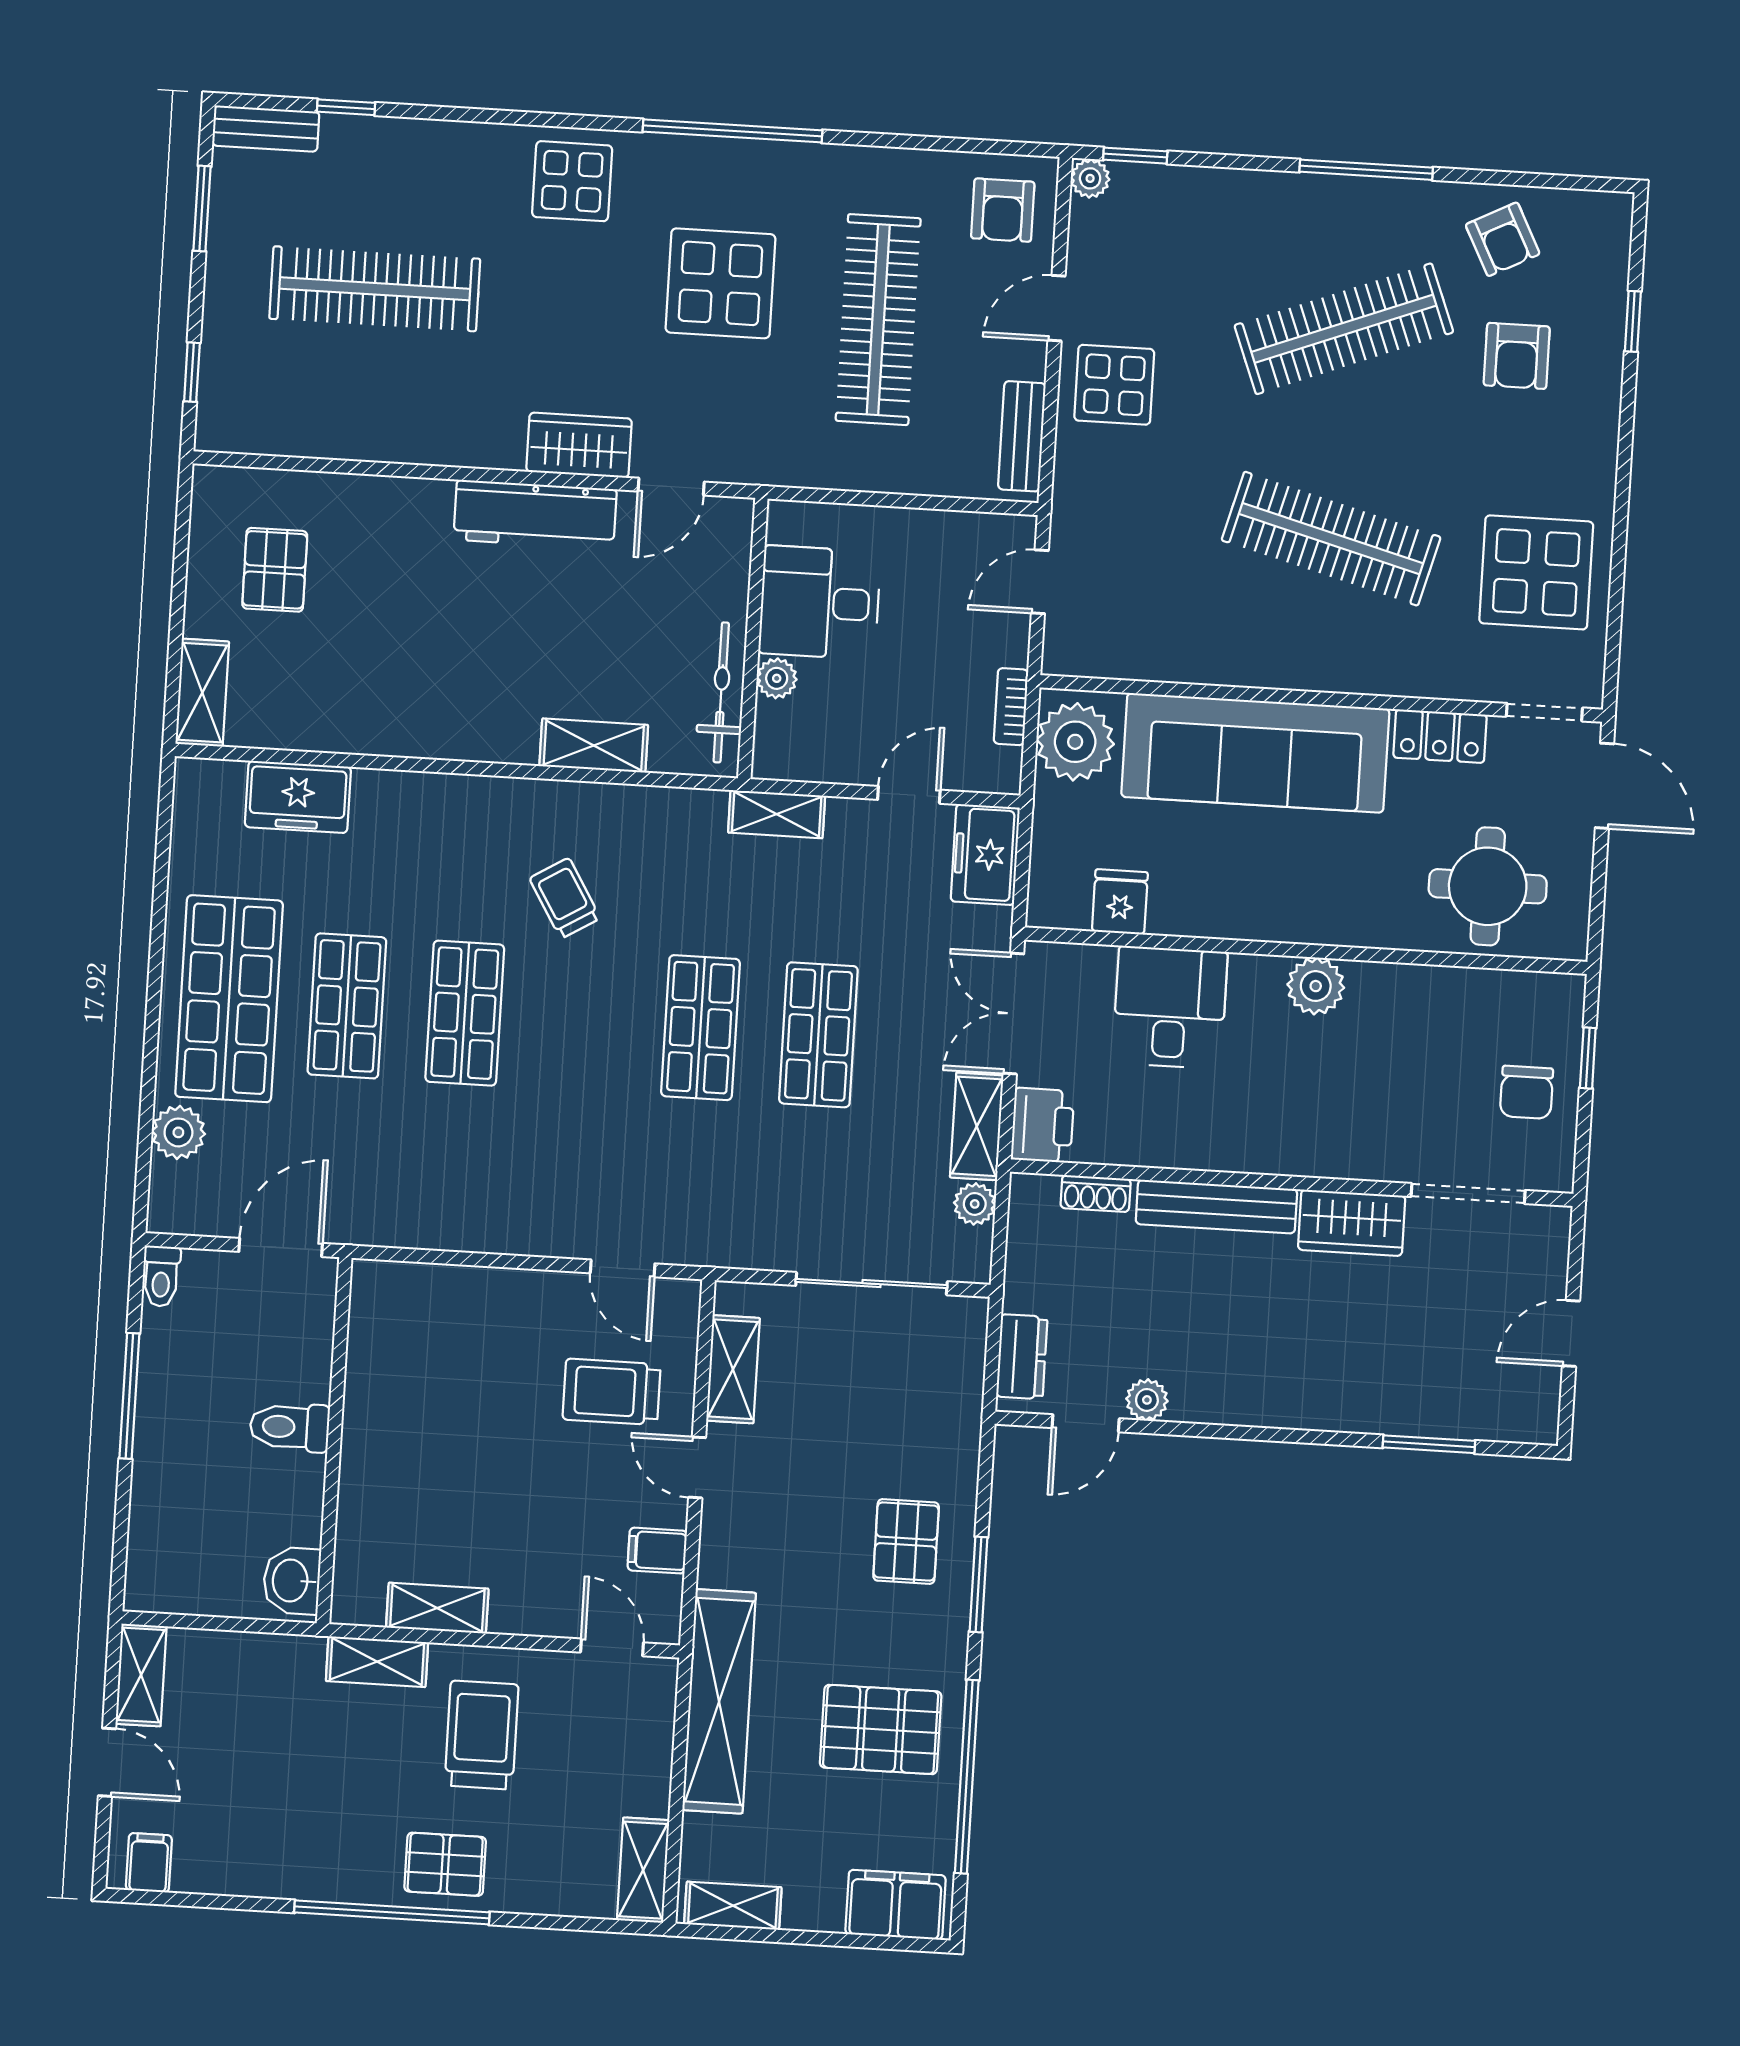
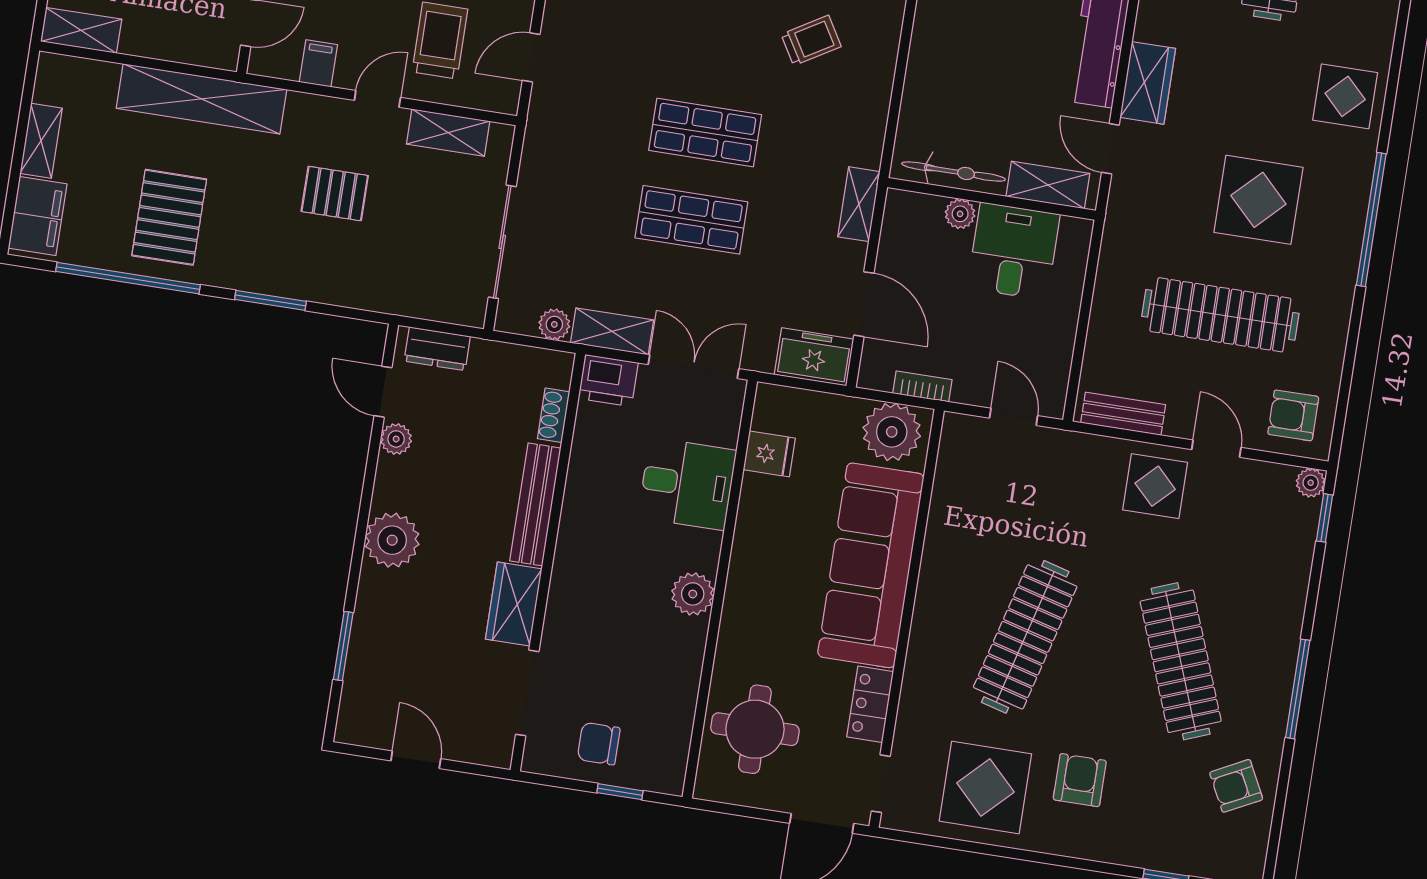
armchair: (1517, 356) -> (1080, 780), moved, turned 90
shelving: (594, 745) -> (1048, 185), moved, turned 90
door: (909, 795) -> (864, 304), width x1.38
plant: (1282, 1392) -> (392, 540), added
pallet: (906, 1542) -> (335, 194), moved
shelving: (733, 1906) -> (41, 141), moved

